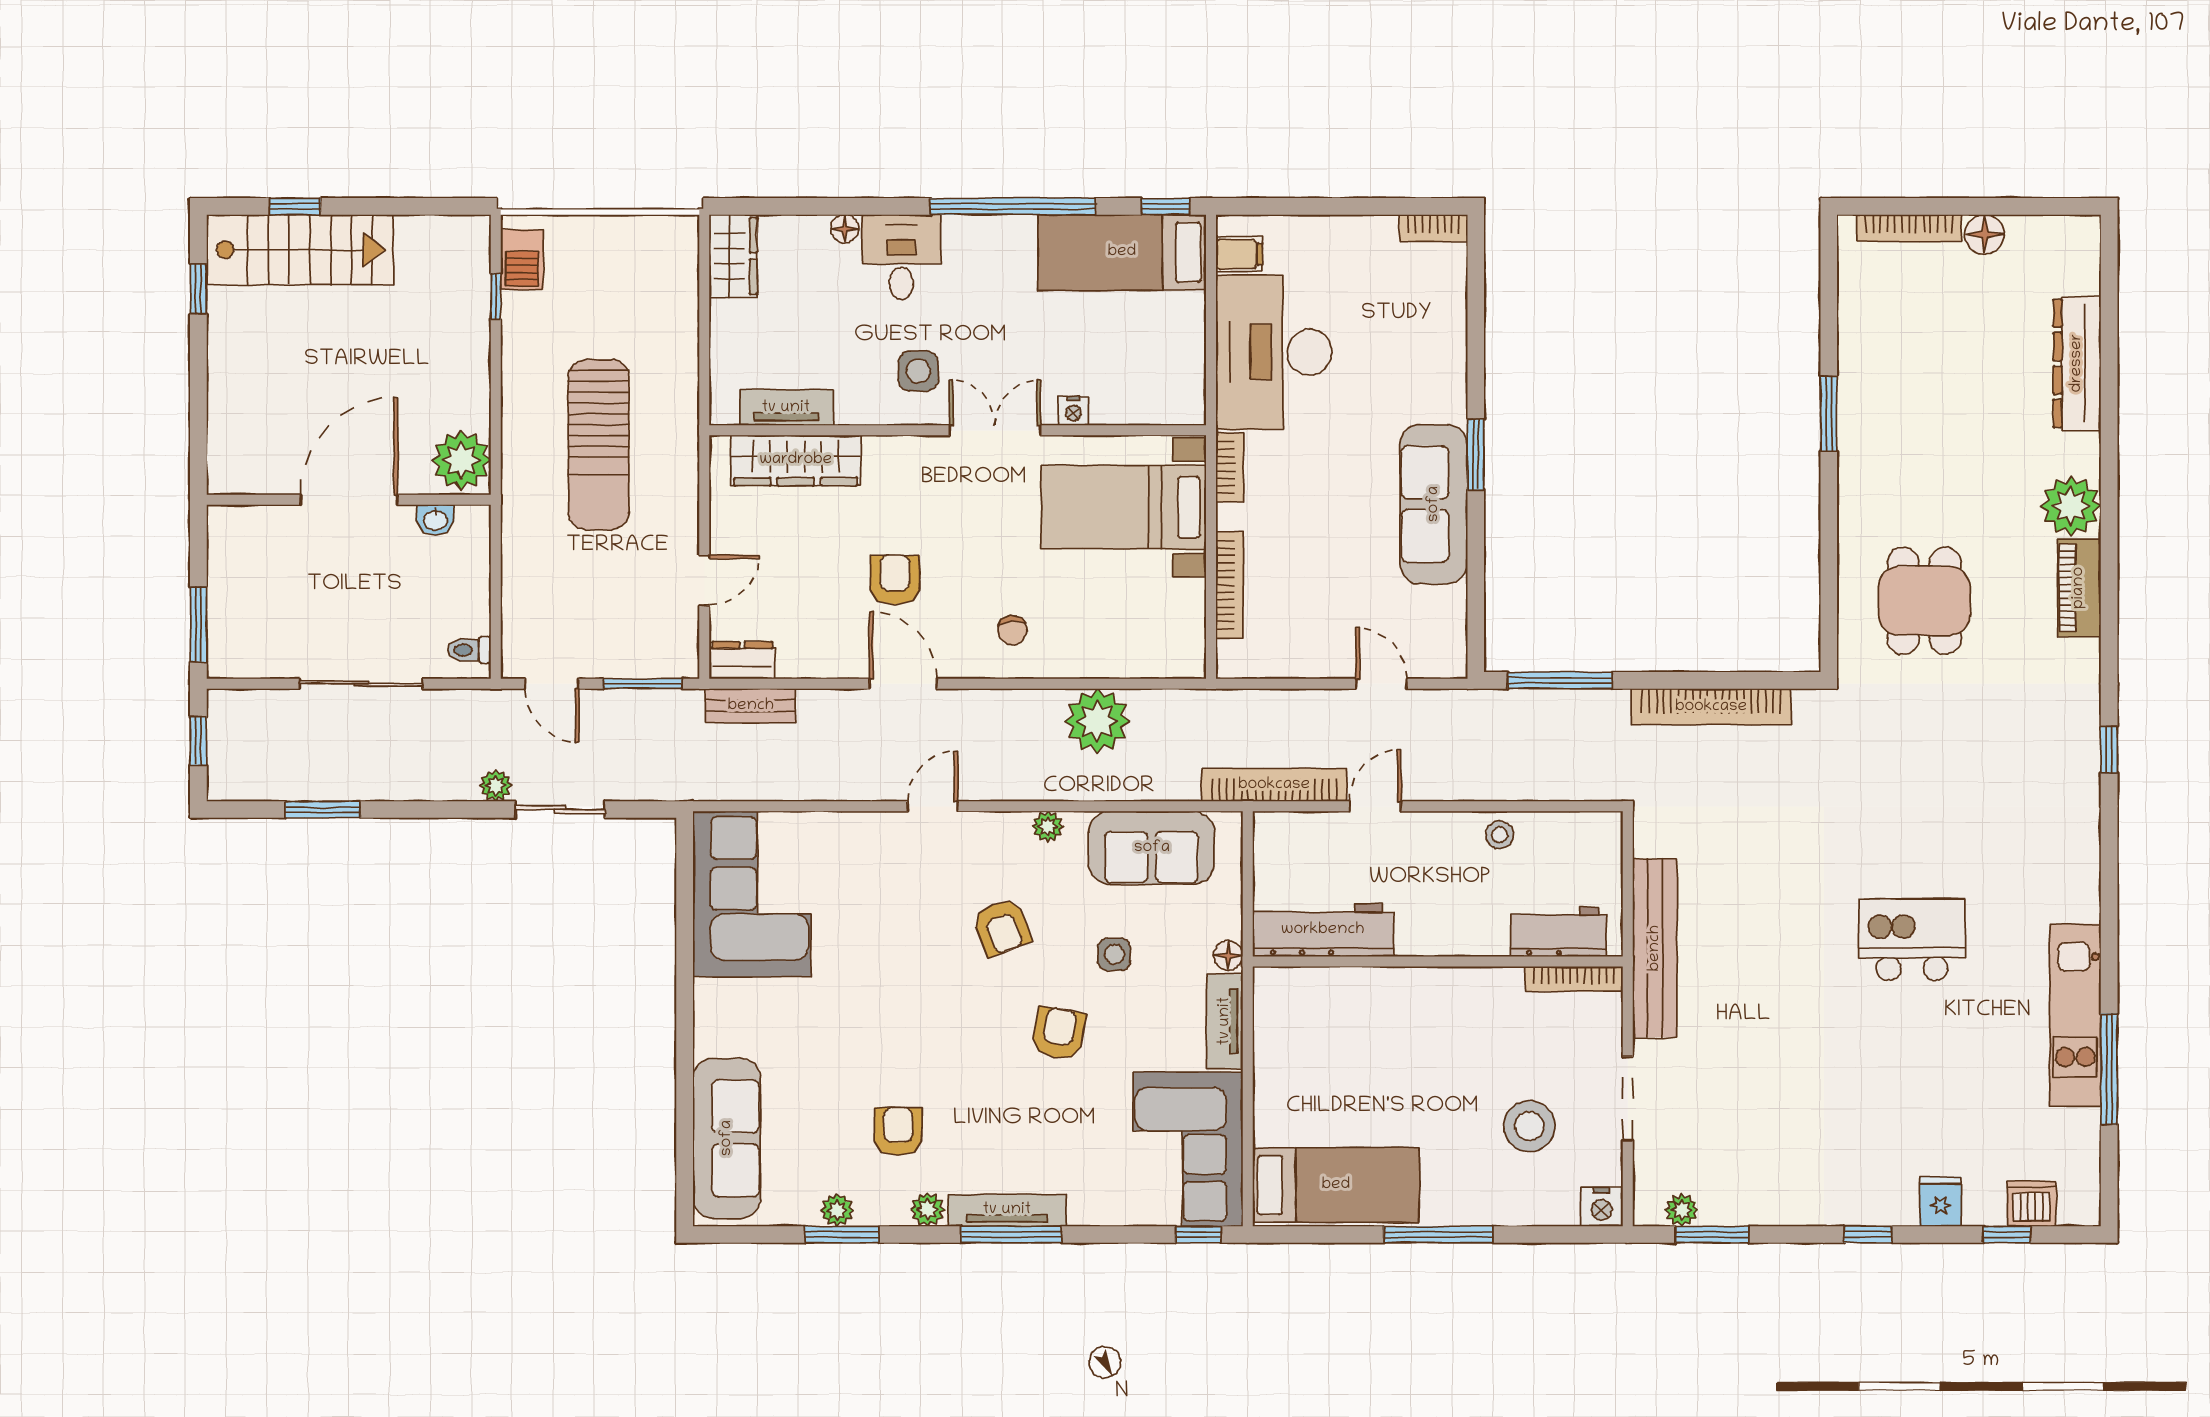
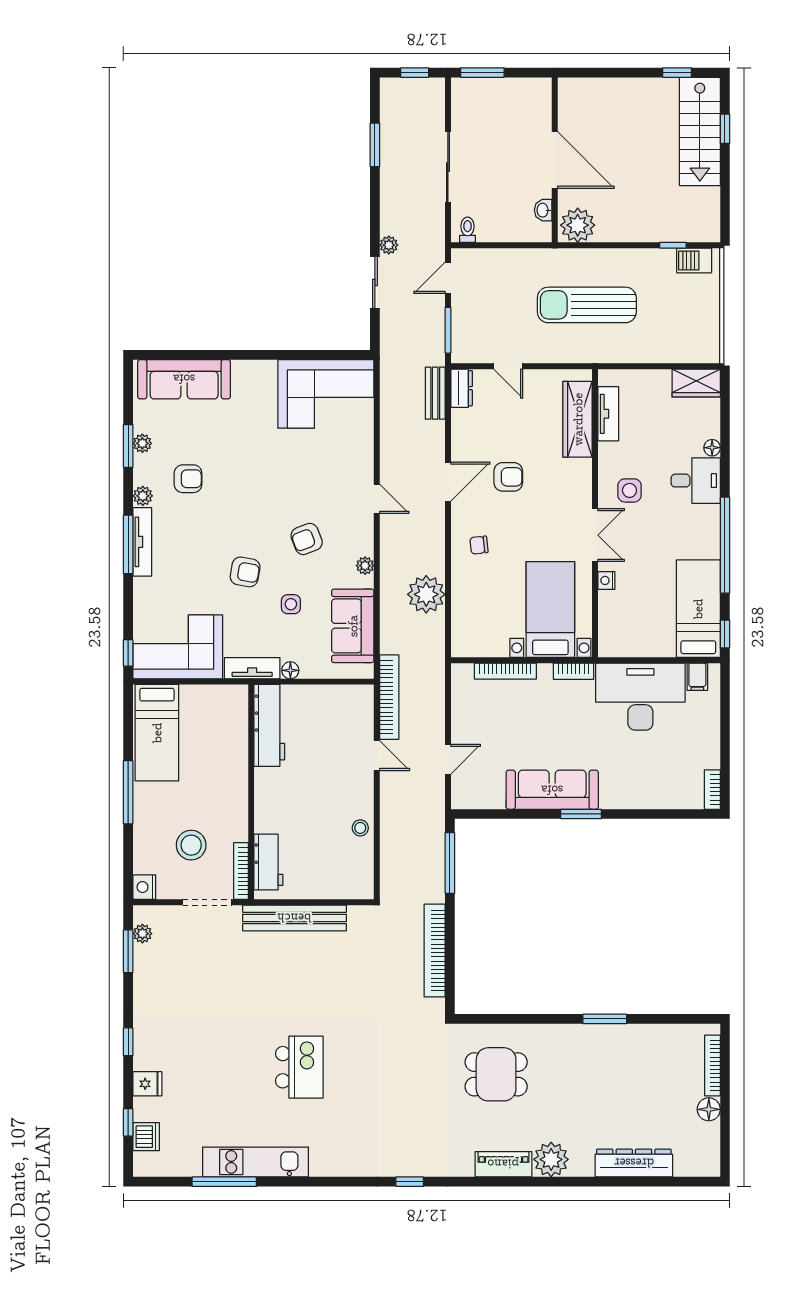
workbench: (1323, 930) -> (269, 725), moved
workbench: (1558, 932) -> (268, 862), moved
wall: (1438, 962) -> (251, 792), moved
bookcase: (1574, 979) -> (241, 871), moved

